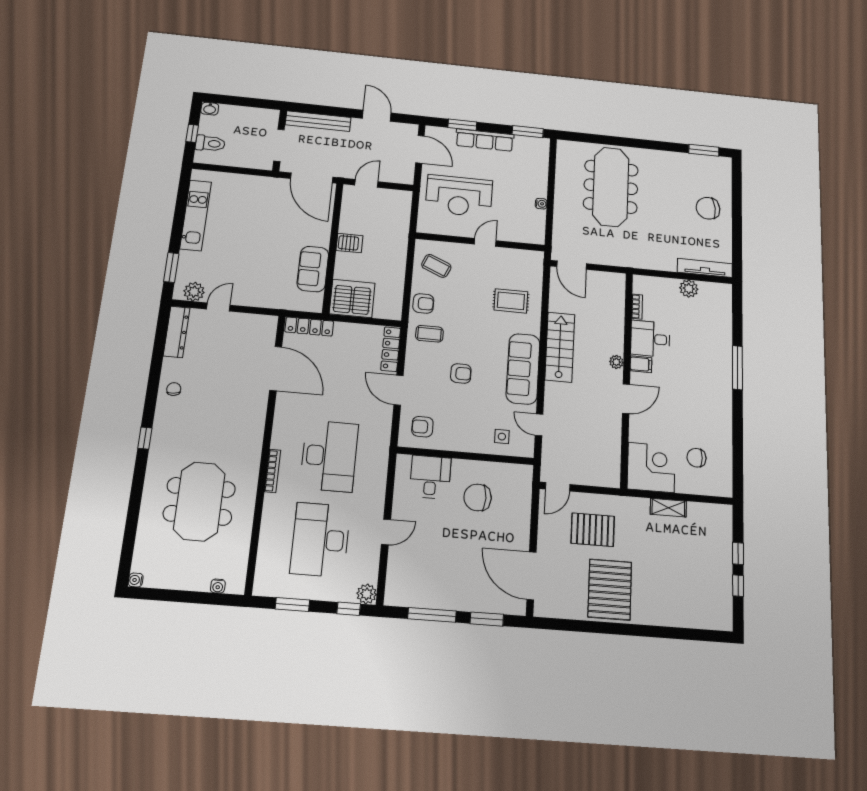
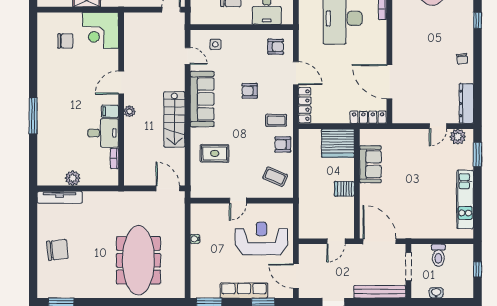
washbasin: (210, 109) -> (436, 293), moved
toilet: (210, 143) -> (438, 255), moved, turned -90

